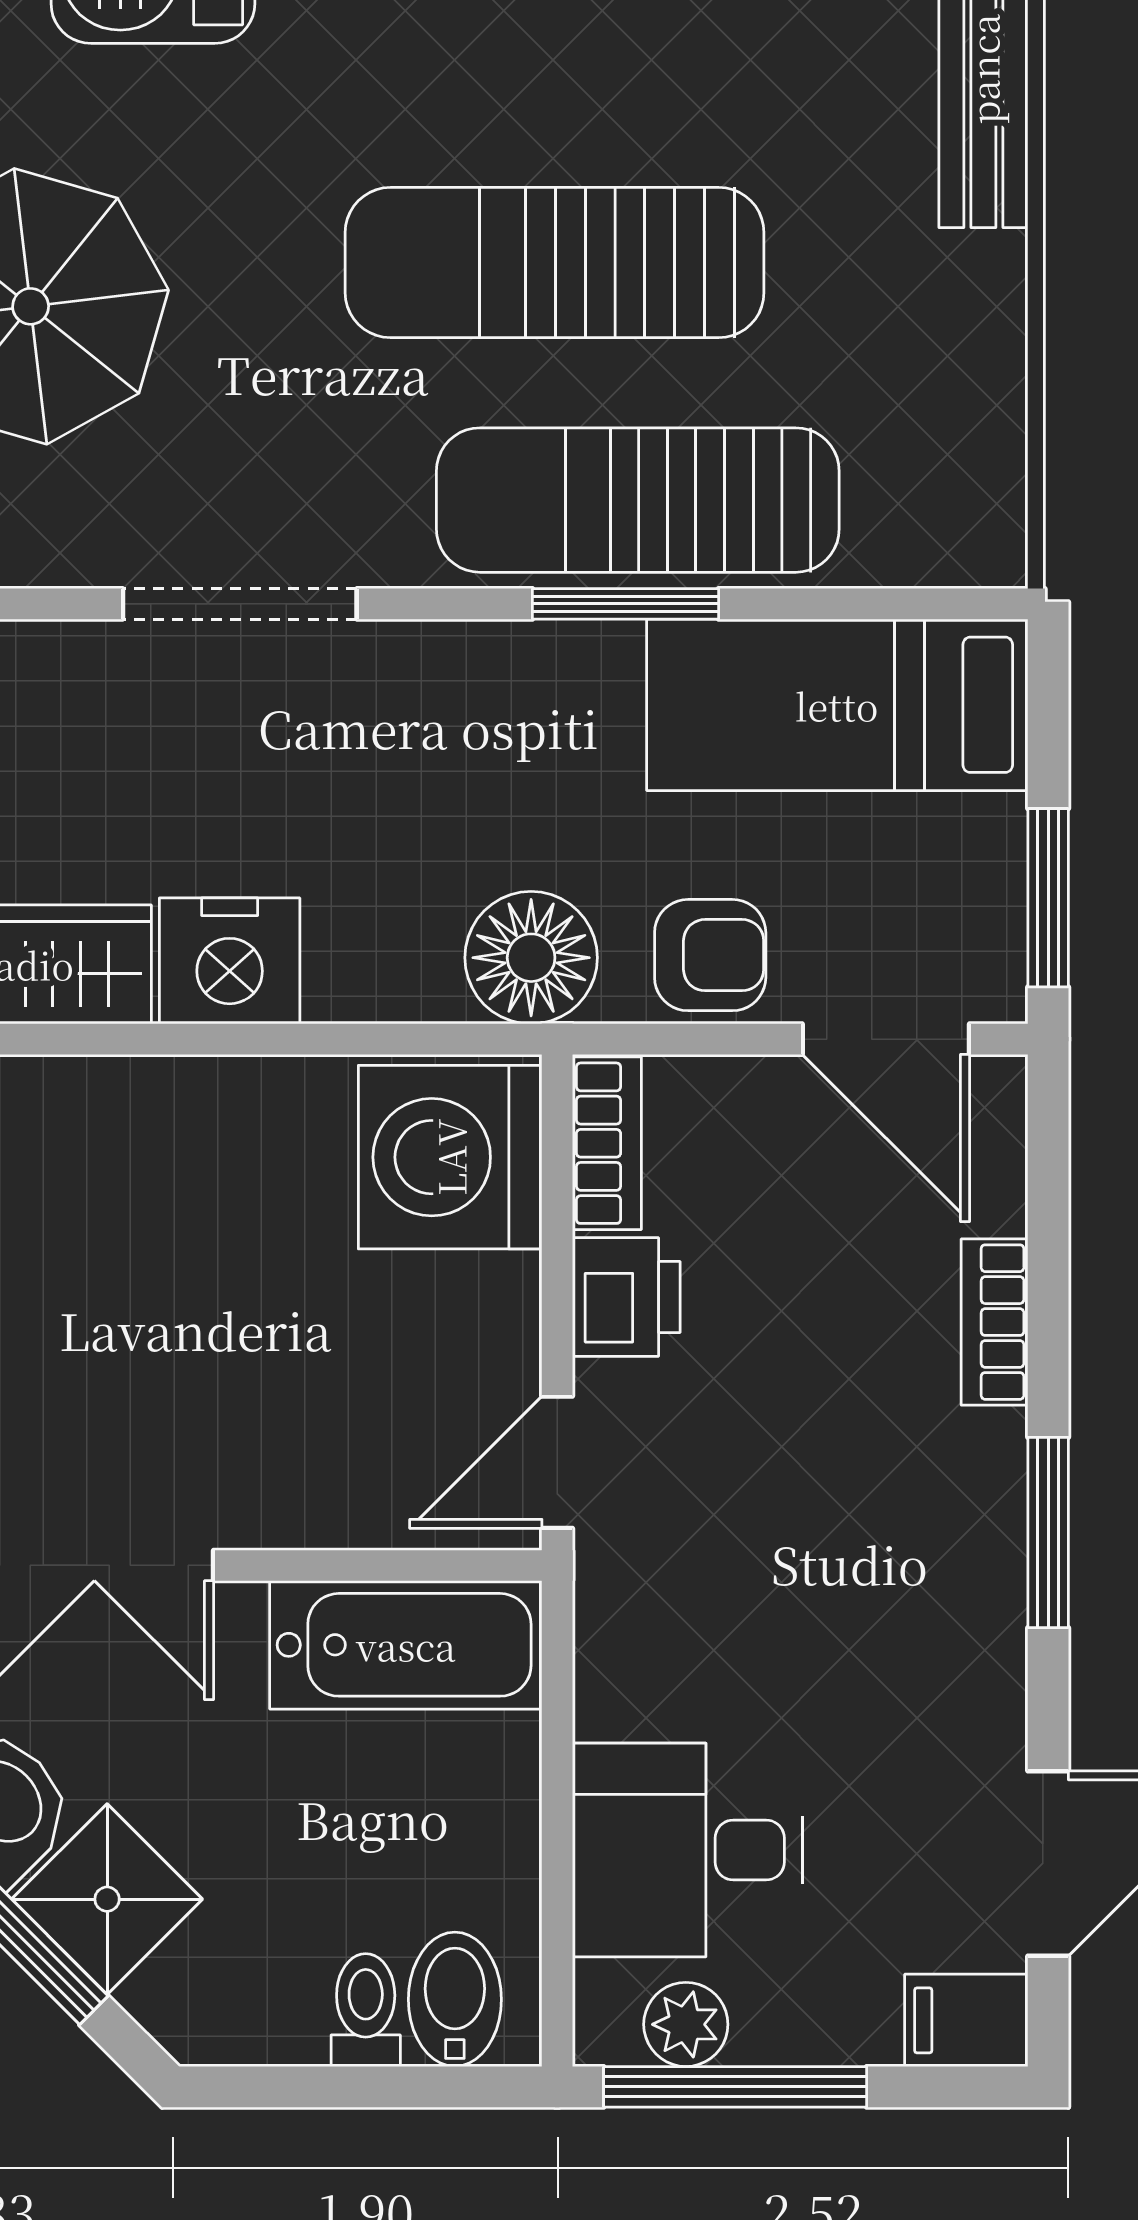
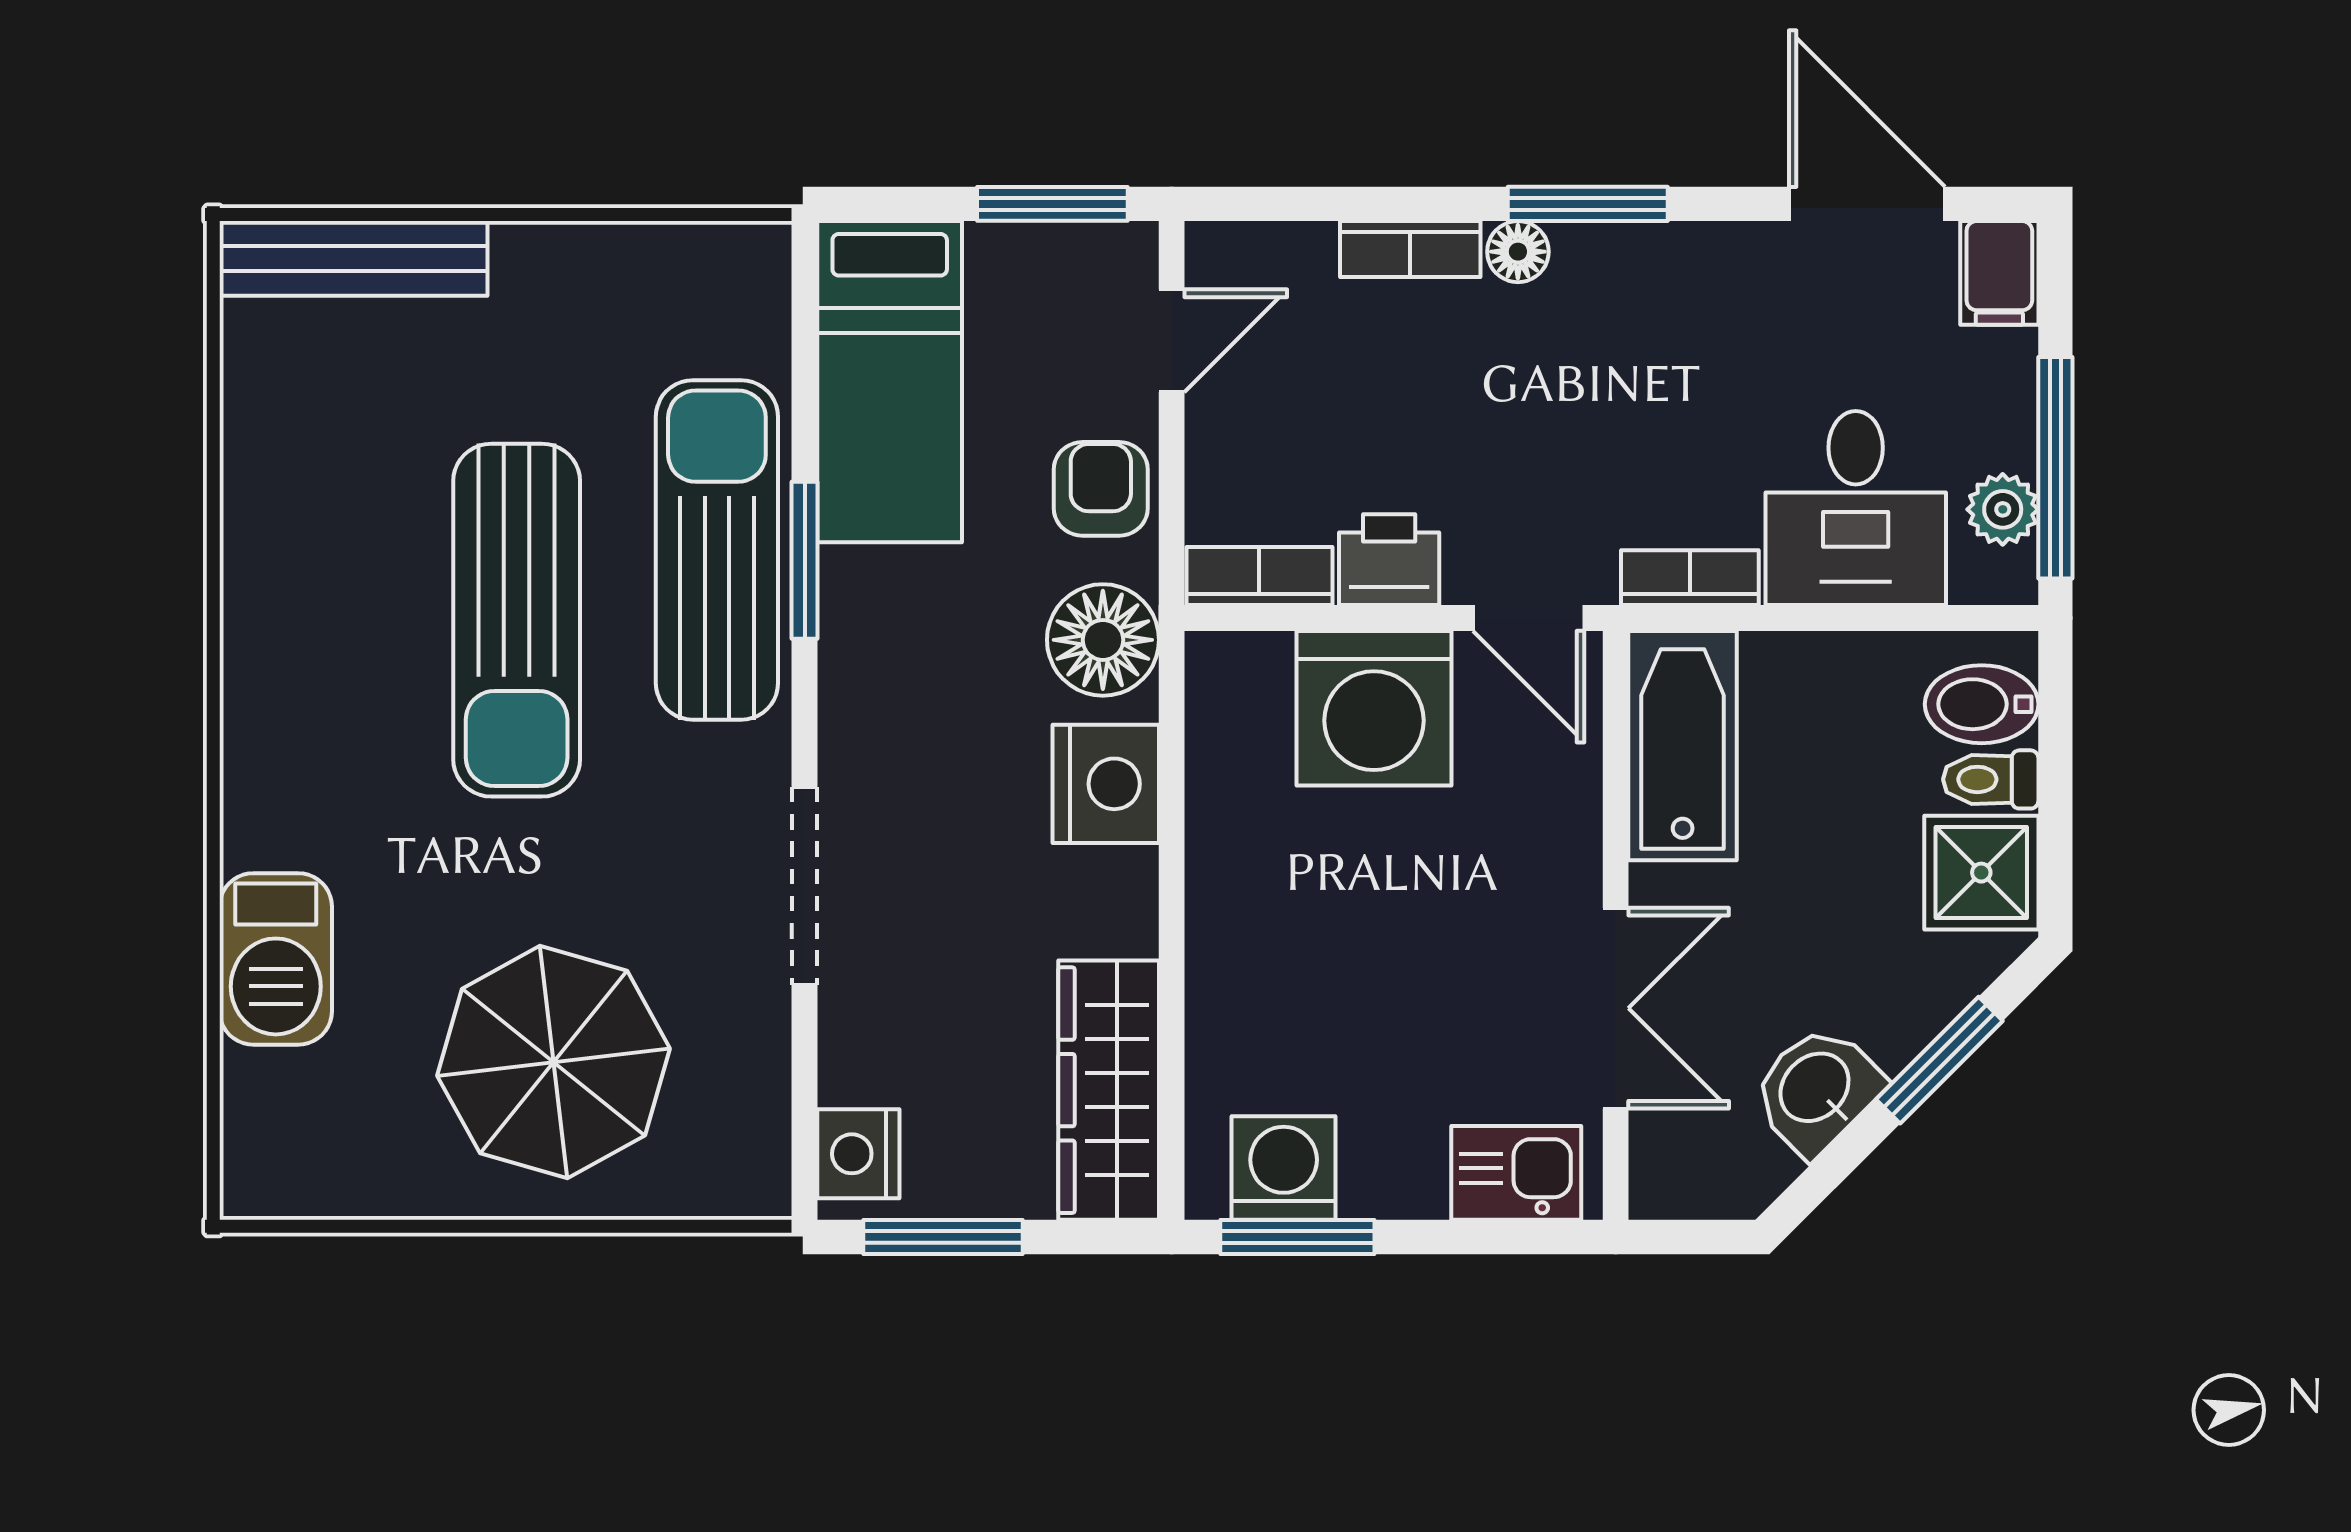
sun lounger: (638, 500) -> (717, 550), turned 180
nightstand: (230, 961) -> (1106, 784), moved
door: (886, 1039) -> (1172, 341), width x0.73
washing machine: (450, 1157) -> (1374, 708), moved
floor lamp: (991, 1450) -> (1518, 252), added
bookcase: (605, 1653) -> (1690, 578), added
shower: (107, 1899) -> (1981, 873), moved, turned 45

